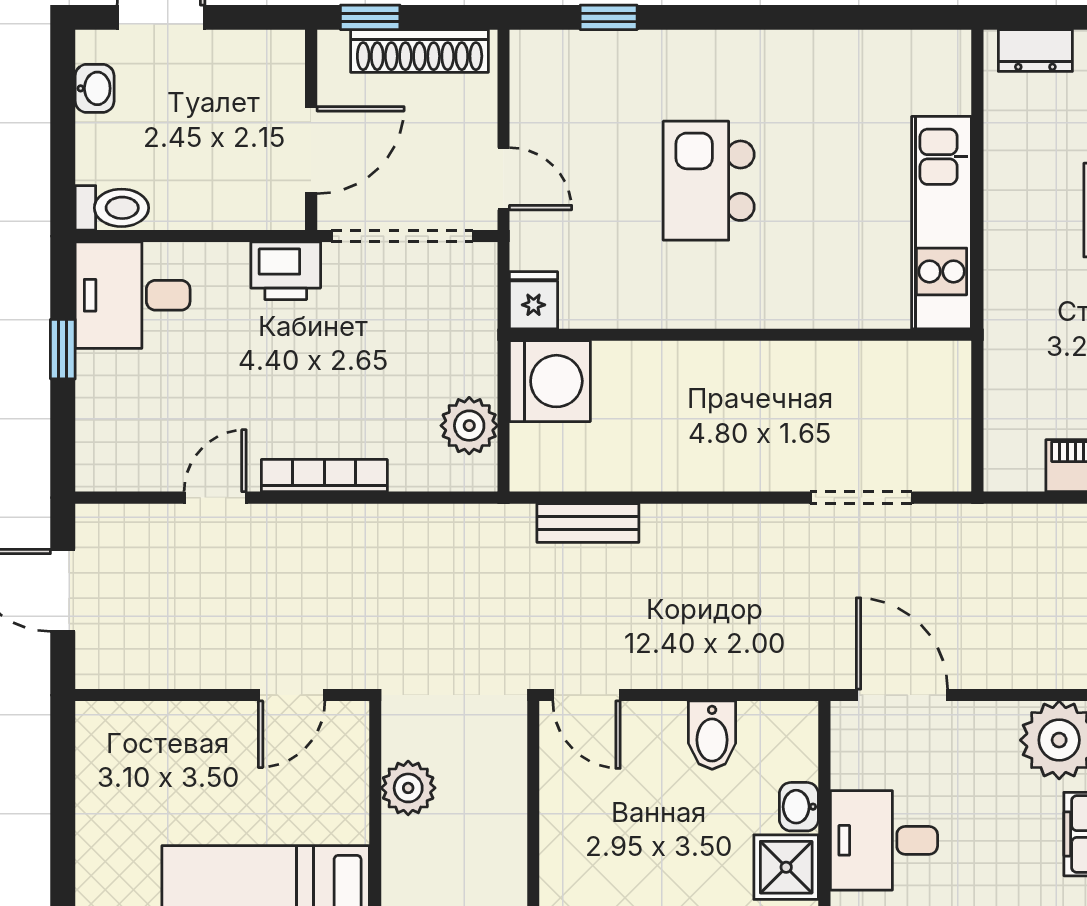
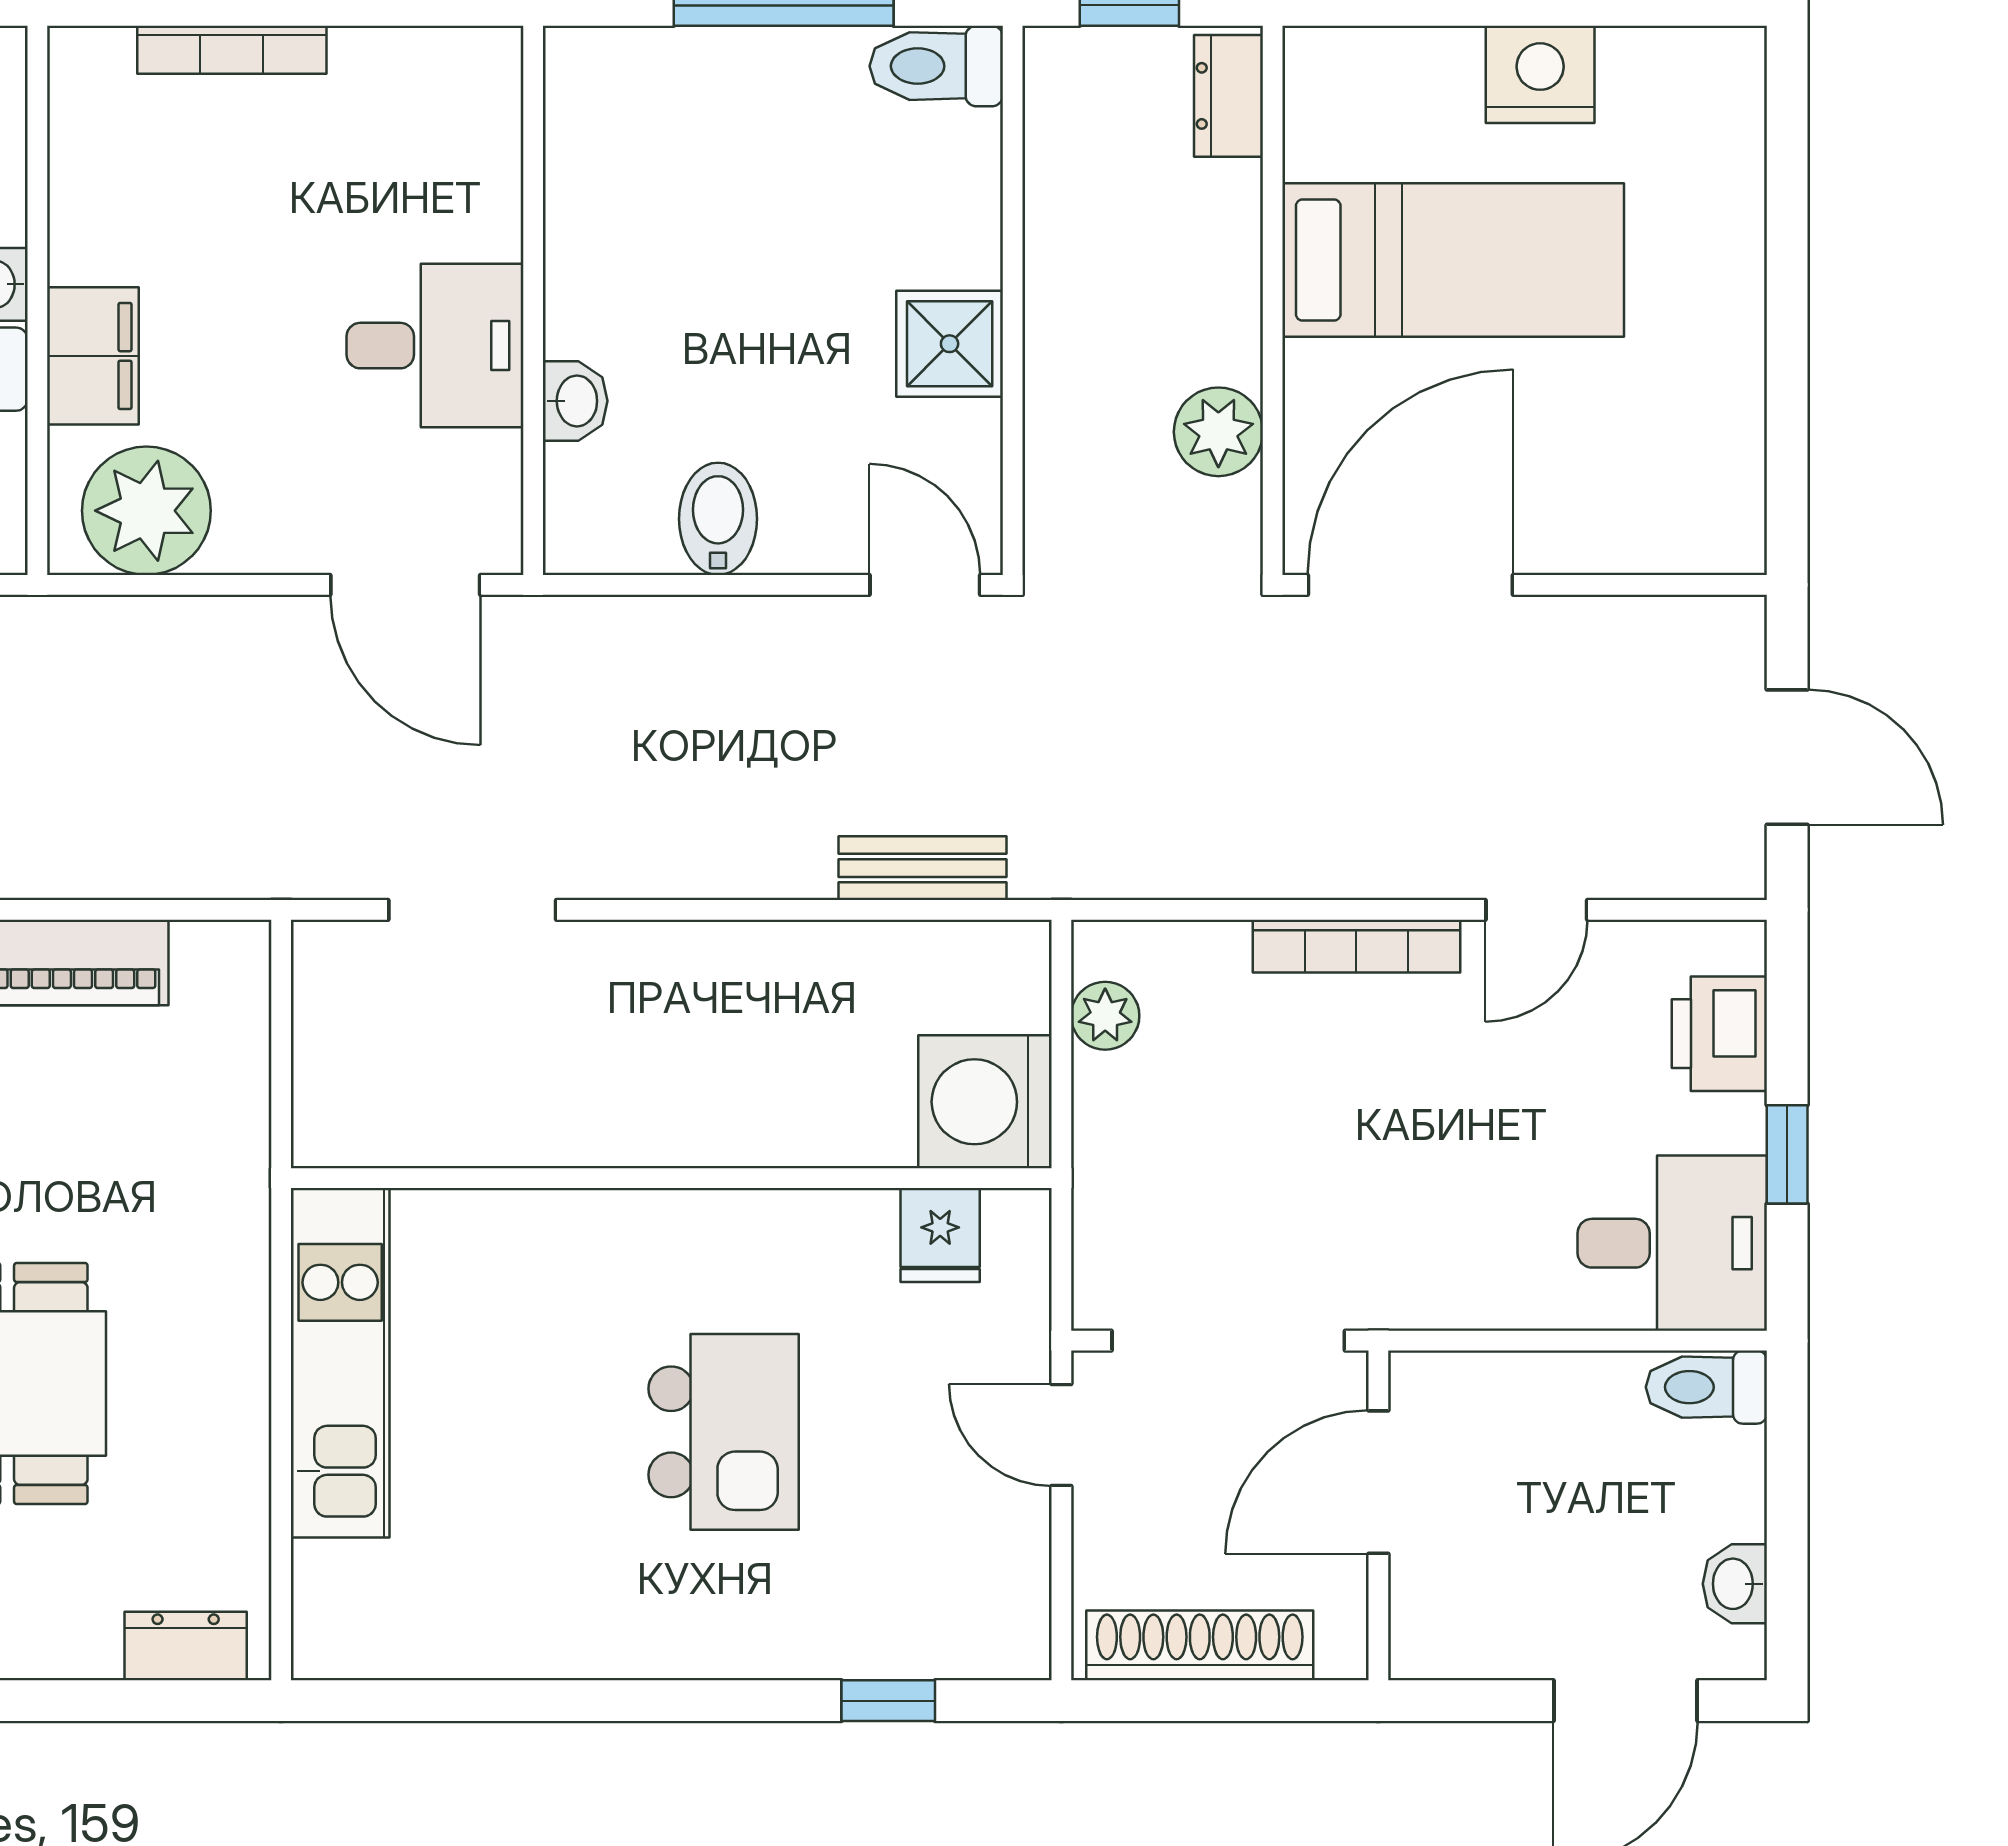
window: (370, 17) -> (1281, 1701), removed
printer: (286, 271) -> (1719, 1034), moved, turned -90
fridge: (534, 300) -> (940, 1235), moved
plant: (469, 426) -> (1105, 1016), width x0.73, depth x0.73
door: (292, 695) -> (1410, 585), width x1.88
shower: (786, 867) -> (950, 344), moved

